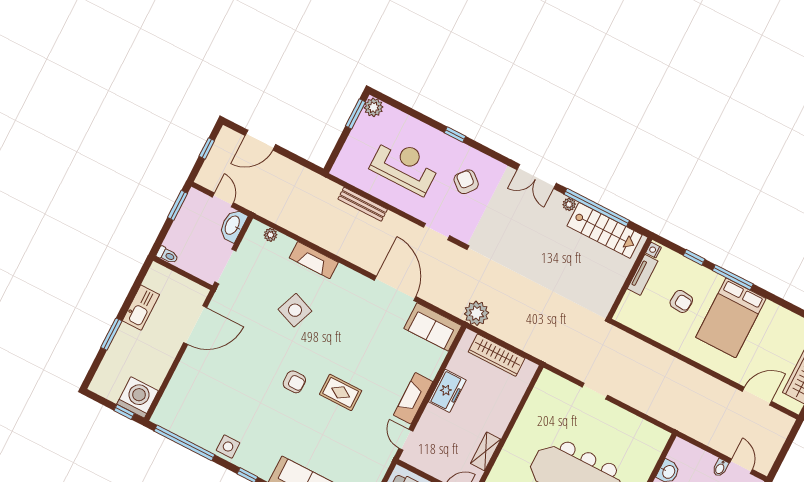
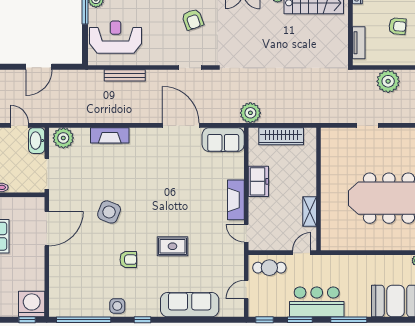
door: (260, 140) -> (39, 67), moved
reception desk: (405, 166) -> (116, 37), moved
armchair: (466, 182) -> (193, 19), turned -150
plant: (271, 235) -> (63, 138), width x1.87, depth x1.87
tv unit: (643, 275) -> (359, 43), moved
side table: (295, 310) -> (109, 212), moved
plant: (641, 355) -> (388, 81), added
armchair: (294, 382) -> (128, 260), moved
rug: (341, 392) -> (172, 246), moved

